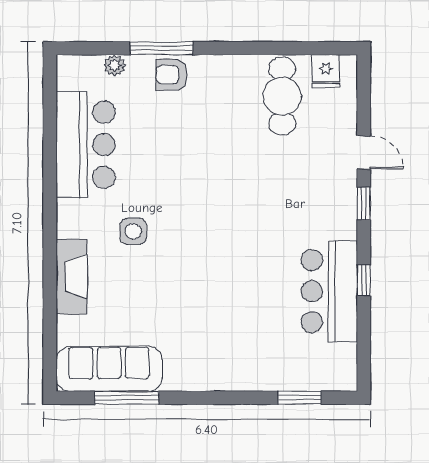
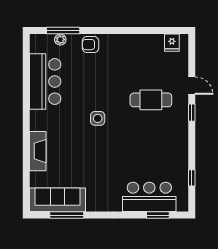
window: (161, 48) -> (63, 31), moved
cafe table: (282, 96) -> (151, 100), moved, turned 90
side table: (133, 231) -> (98, 118), moved
window: (364, 280) -> (192, 178), moved
bar counter: (329, 291) -> (149, 197), moved, turned 90

